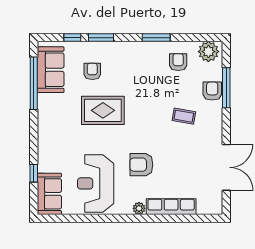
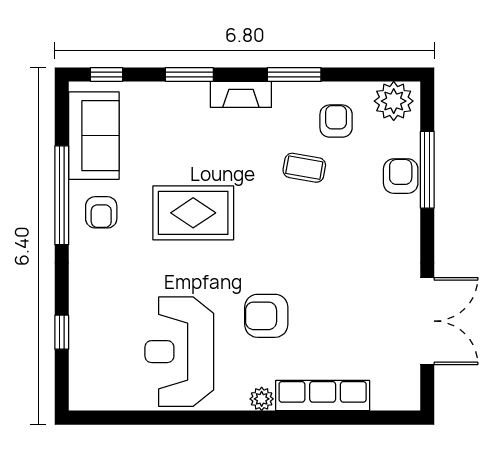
window: (72, 38) -> (106, 74), moved
fireplace: (128, 48) -> (241, 94), added
armchair: (92, 71) -> (101, 212), moved, turned 180
window: (34, 83) -> (62, 195), moved
coffee table: (184, 116) -> (304, 168), moved
sofa: (49, 194) -> (92, 371), removed

